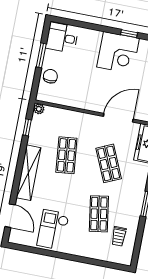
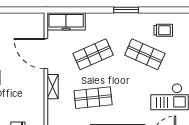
shelving: (85, 118) -> (53, 87), added
shop shelf: (99, 214) -> (145, 54), turned 33

